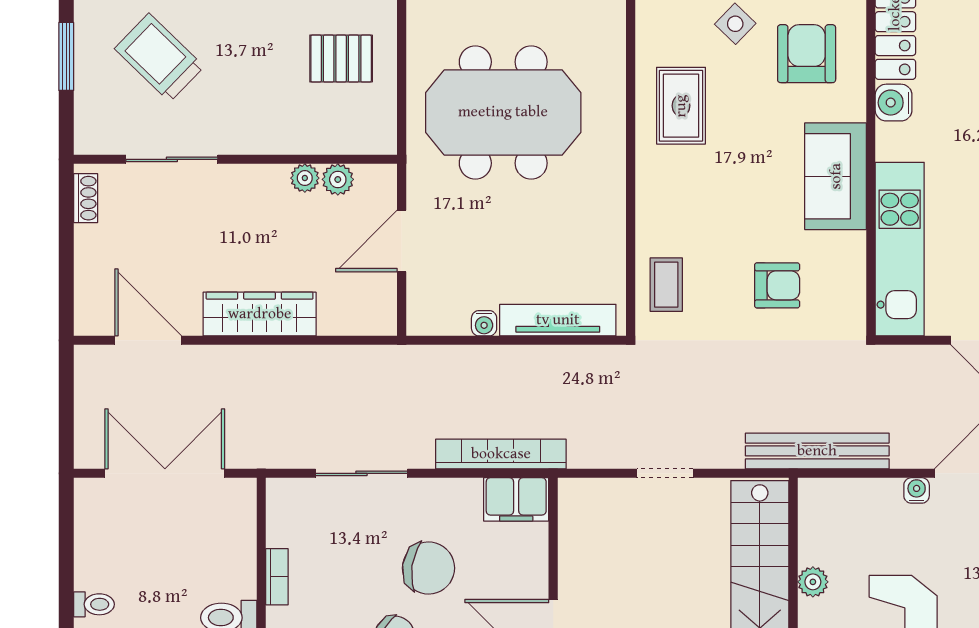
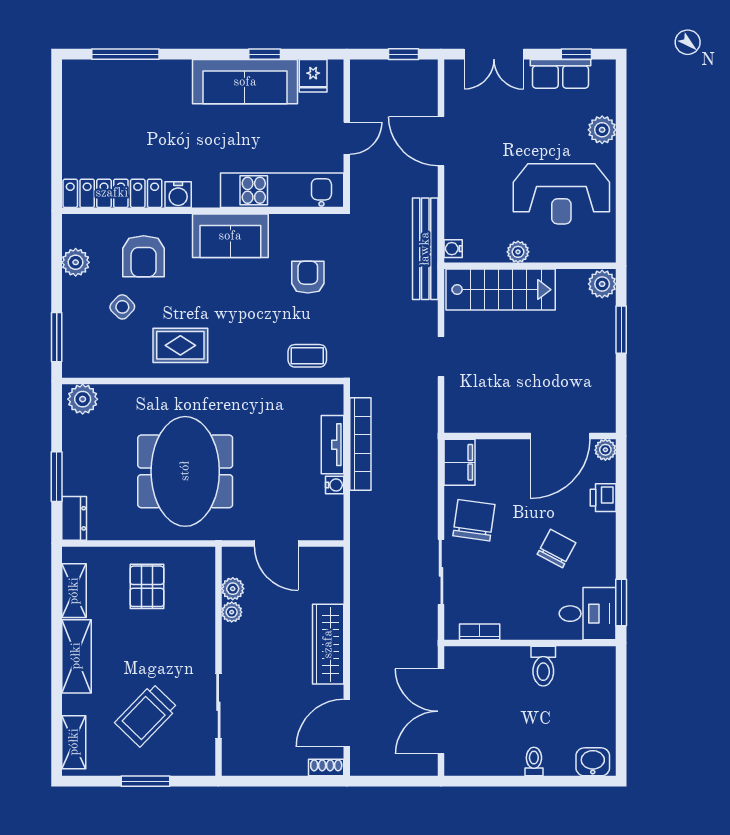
armchair: (807, 54) -> (144, 256), turned -90
shoe rack: (86, 198) -> (326, 768), moved
tv unit: (558, 320) -> (332, 445), width x0.71
bookcase: (501, 454) -> (360, 444), moved, turned 180
water cooler: (917, 490) -> (453, 249), moved
chair: (428, 568) -> (474, 520), moved
bookcase: (277, 577) -> (480, 632), moved

